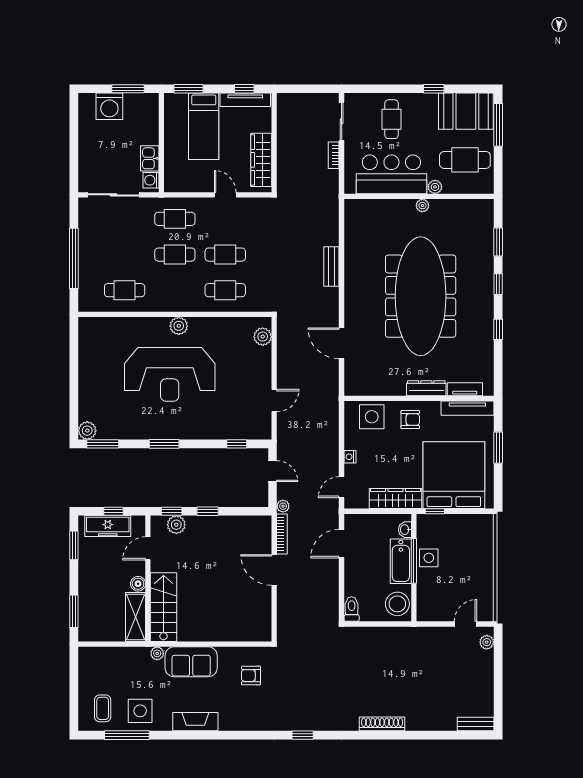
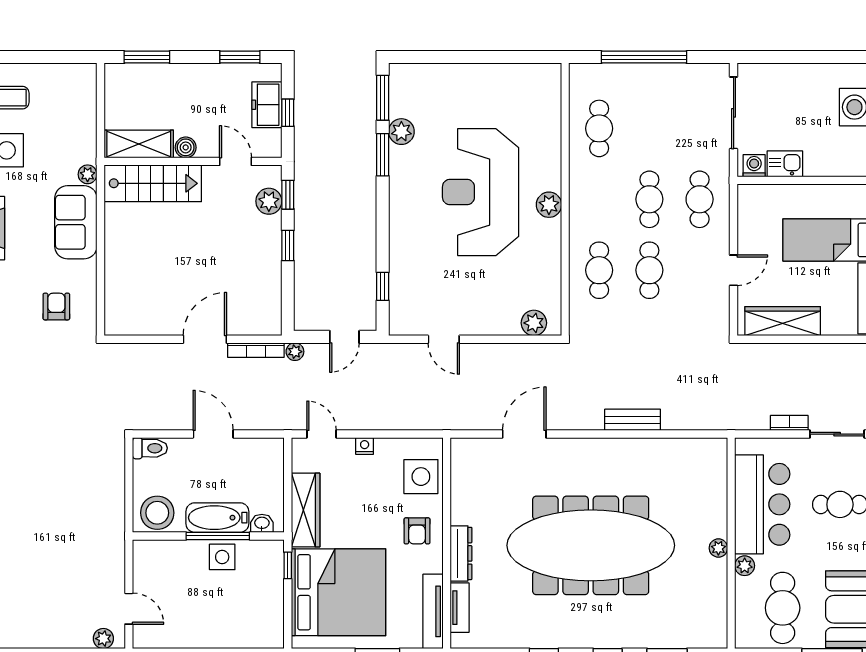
plant: (87, 431) -> (401, 132), moved
window: (164, 444) -> (383, 155), moved
freezer: (108, 526) -> (267, 105), width x0.71
door: (342, 544) -> (213, 434), moved

